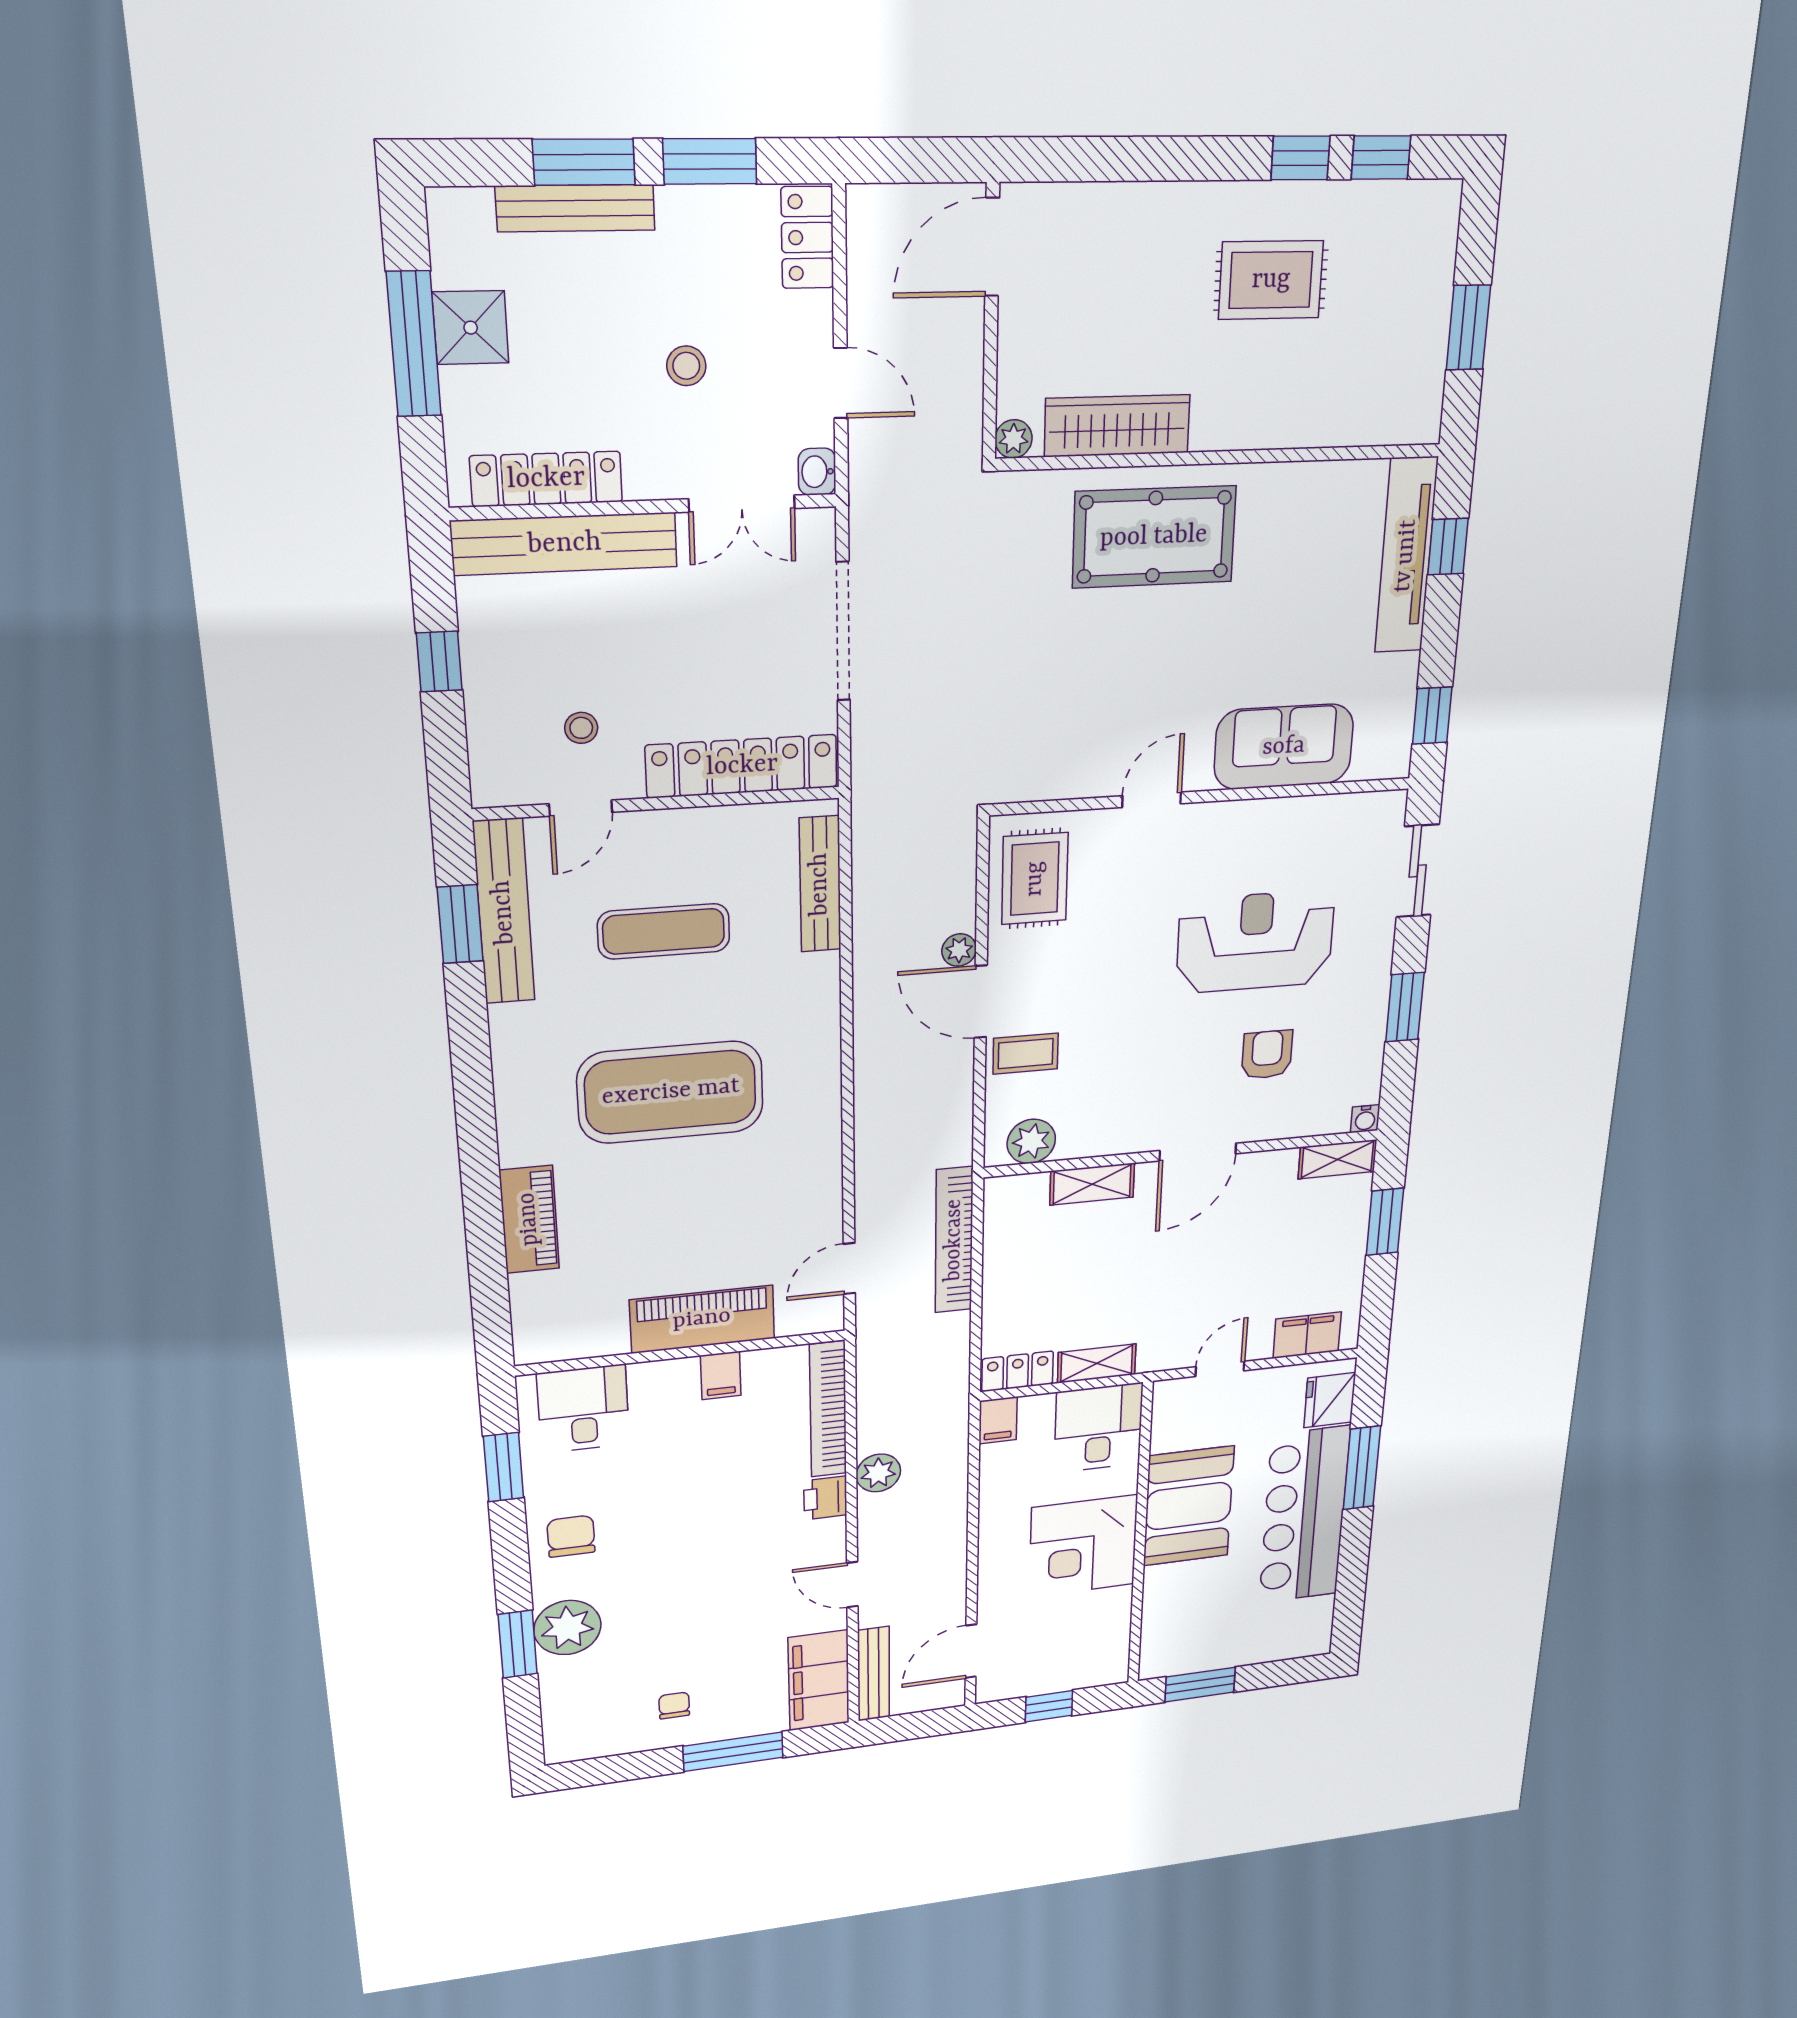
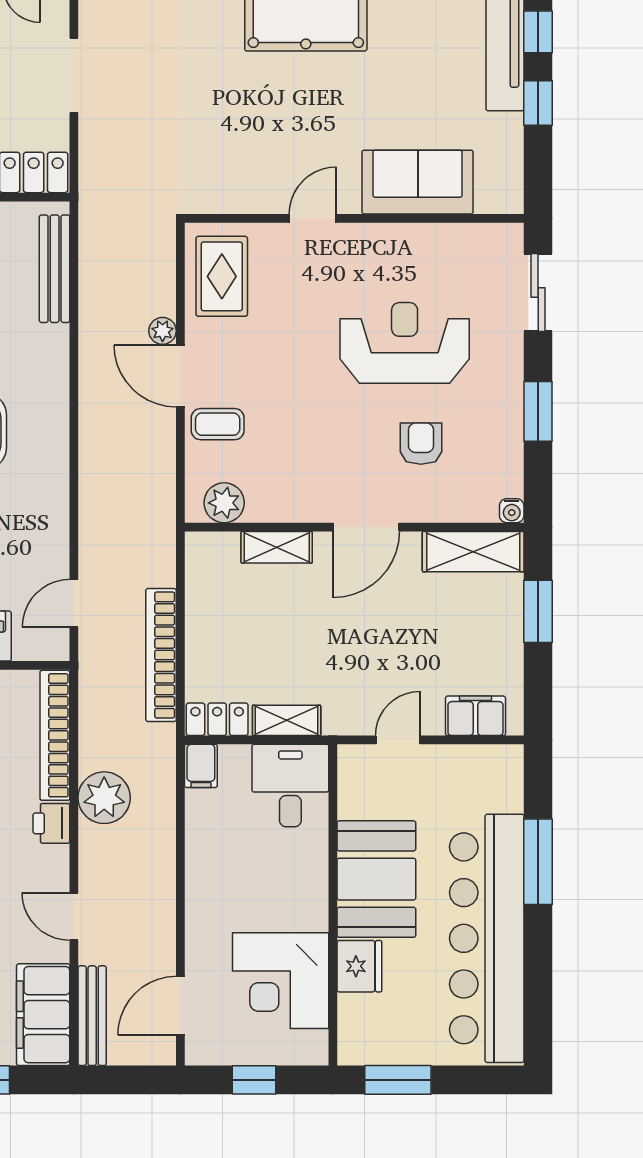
doorway: (843, 631) -> (74, 75), width x0.73
window: (1432, 716) -> (538, 103), moved
shelving: (1338, 1159) -> (473, 552), width x1.50, depth x1.33
bookcase: (954, 1240) -> (161, 655), moved
fridge: (1330, 1400) -> (359, 966), moved, turned 180
plant: (878, 1473) -> (104, 798), width x1.36, depth x1.36
bar counter: (1304, 1515) -> (487, 938), width x1.36
corner desk: (1083, 1546) -> (281, 981), moved

